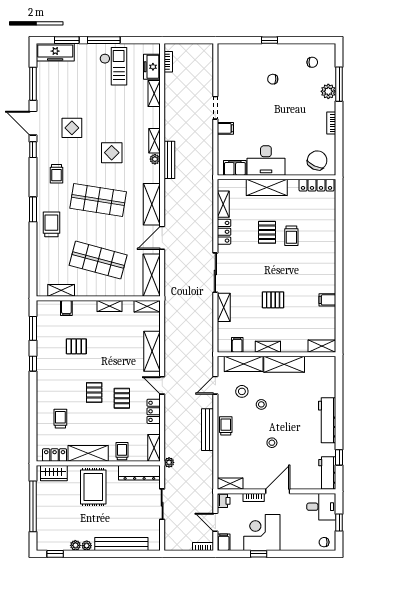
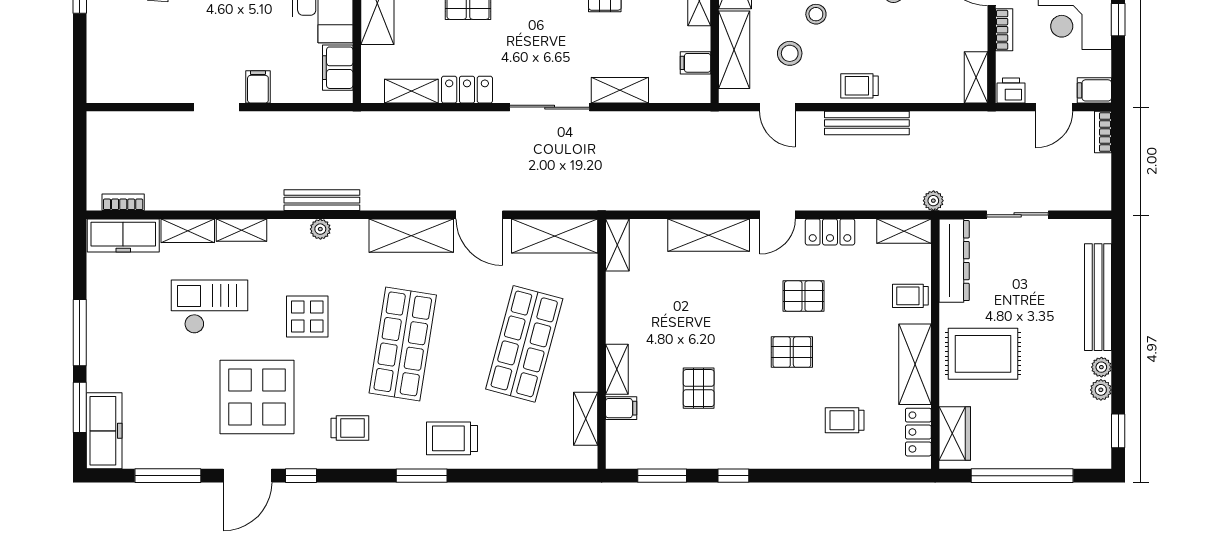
checkout: (113, 66) -> (210, 307), moved
freezer: (152, 67) -> (123, 235), width x1.40
display table: (72, 128) -> (257, 397), width x1.86, depth x1.86
shelving: (154, 141) -> (241, 230), moved
shelving: (109, 306) -> (617, 369), moved

